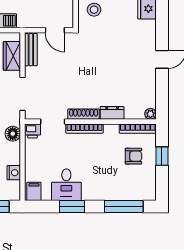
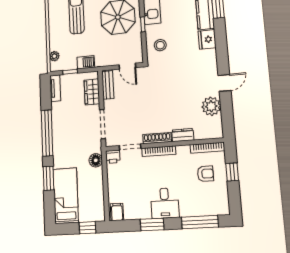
plant: (150, 114) -> (211, 106), moved, width x1.88, depth x1.88
nightstand: (14, 173) -> (98, 196), removed
desk: (66, 185) -> (165, 203), moved

